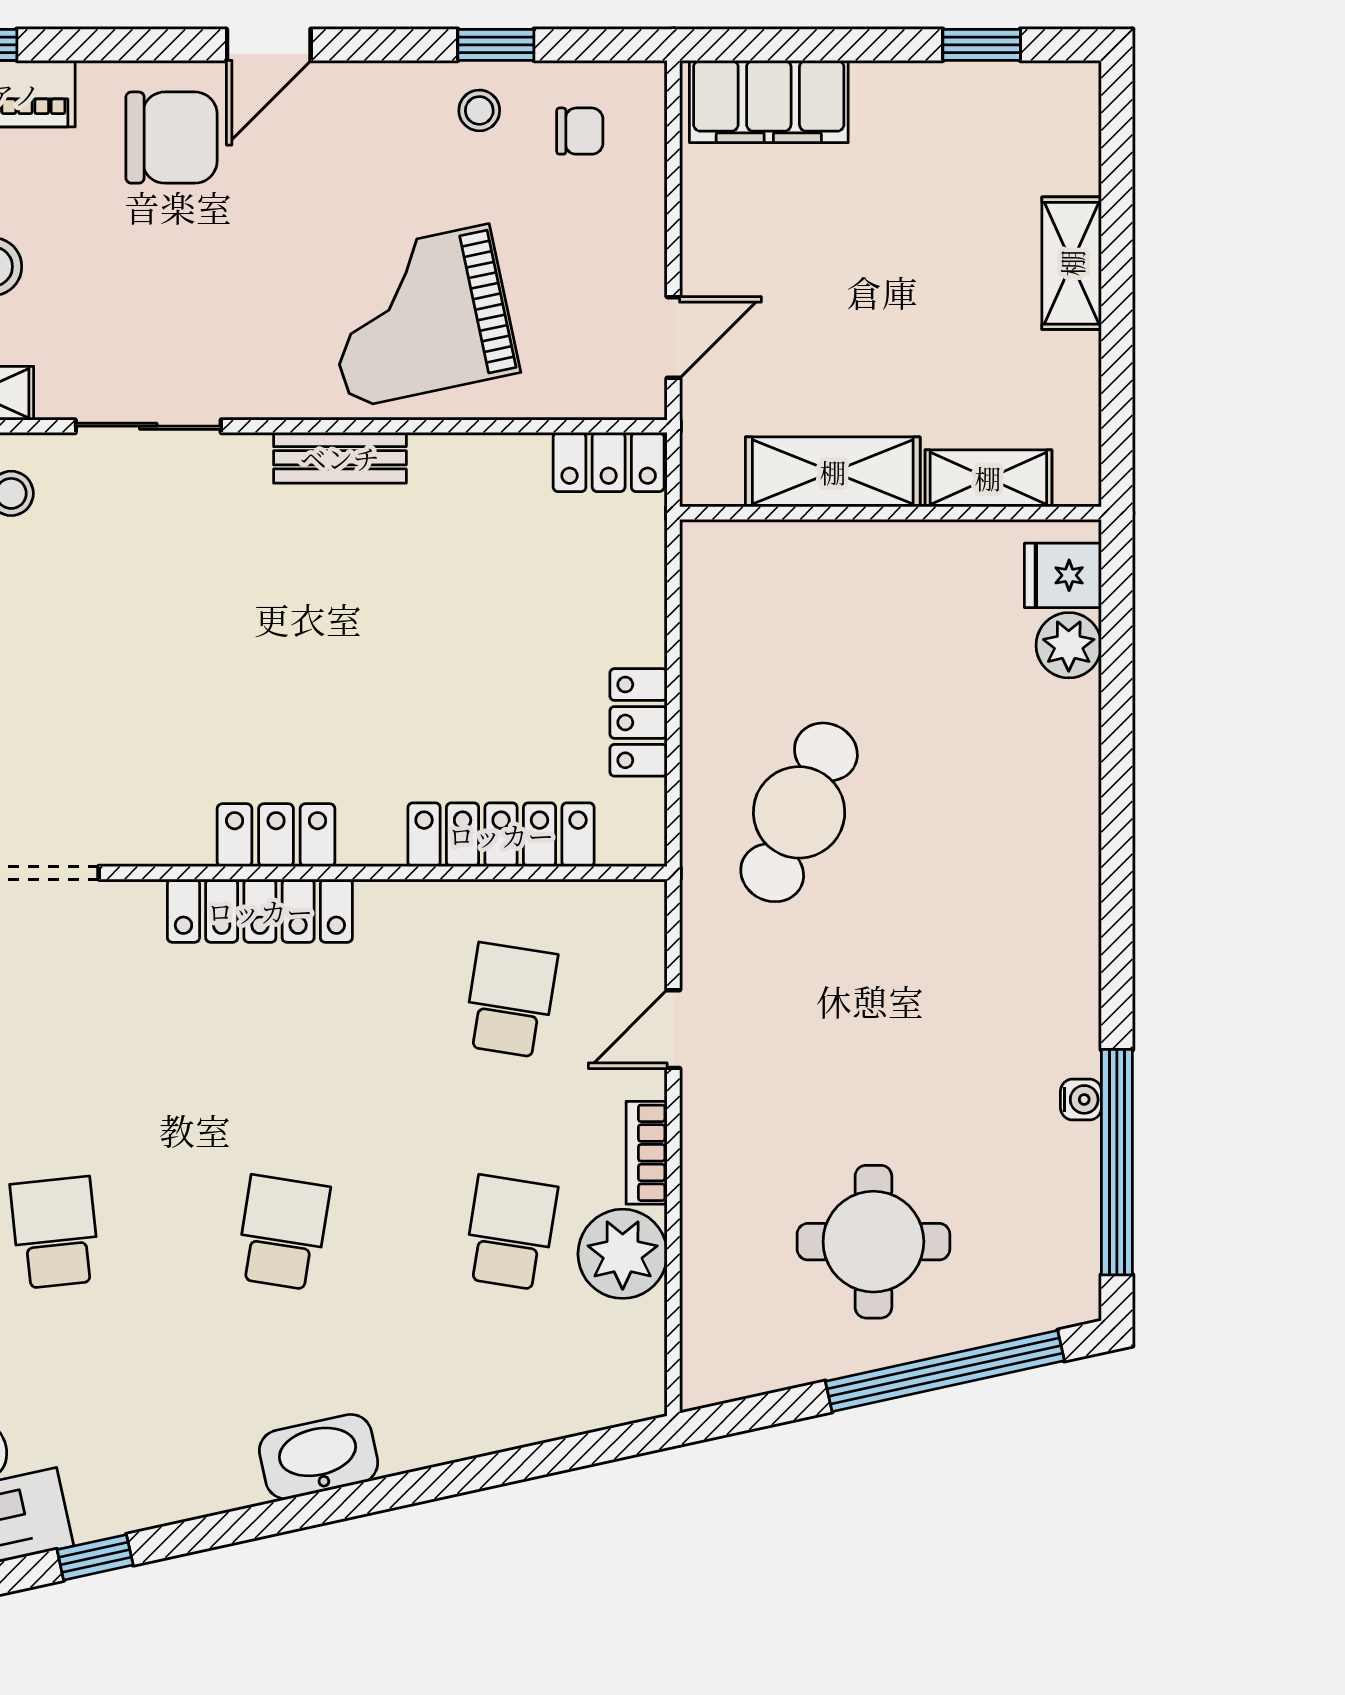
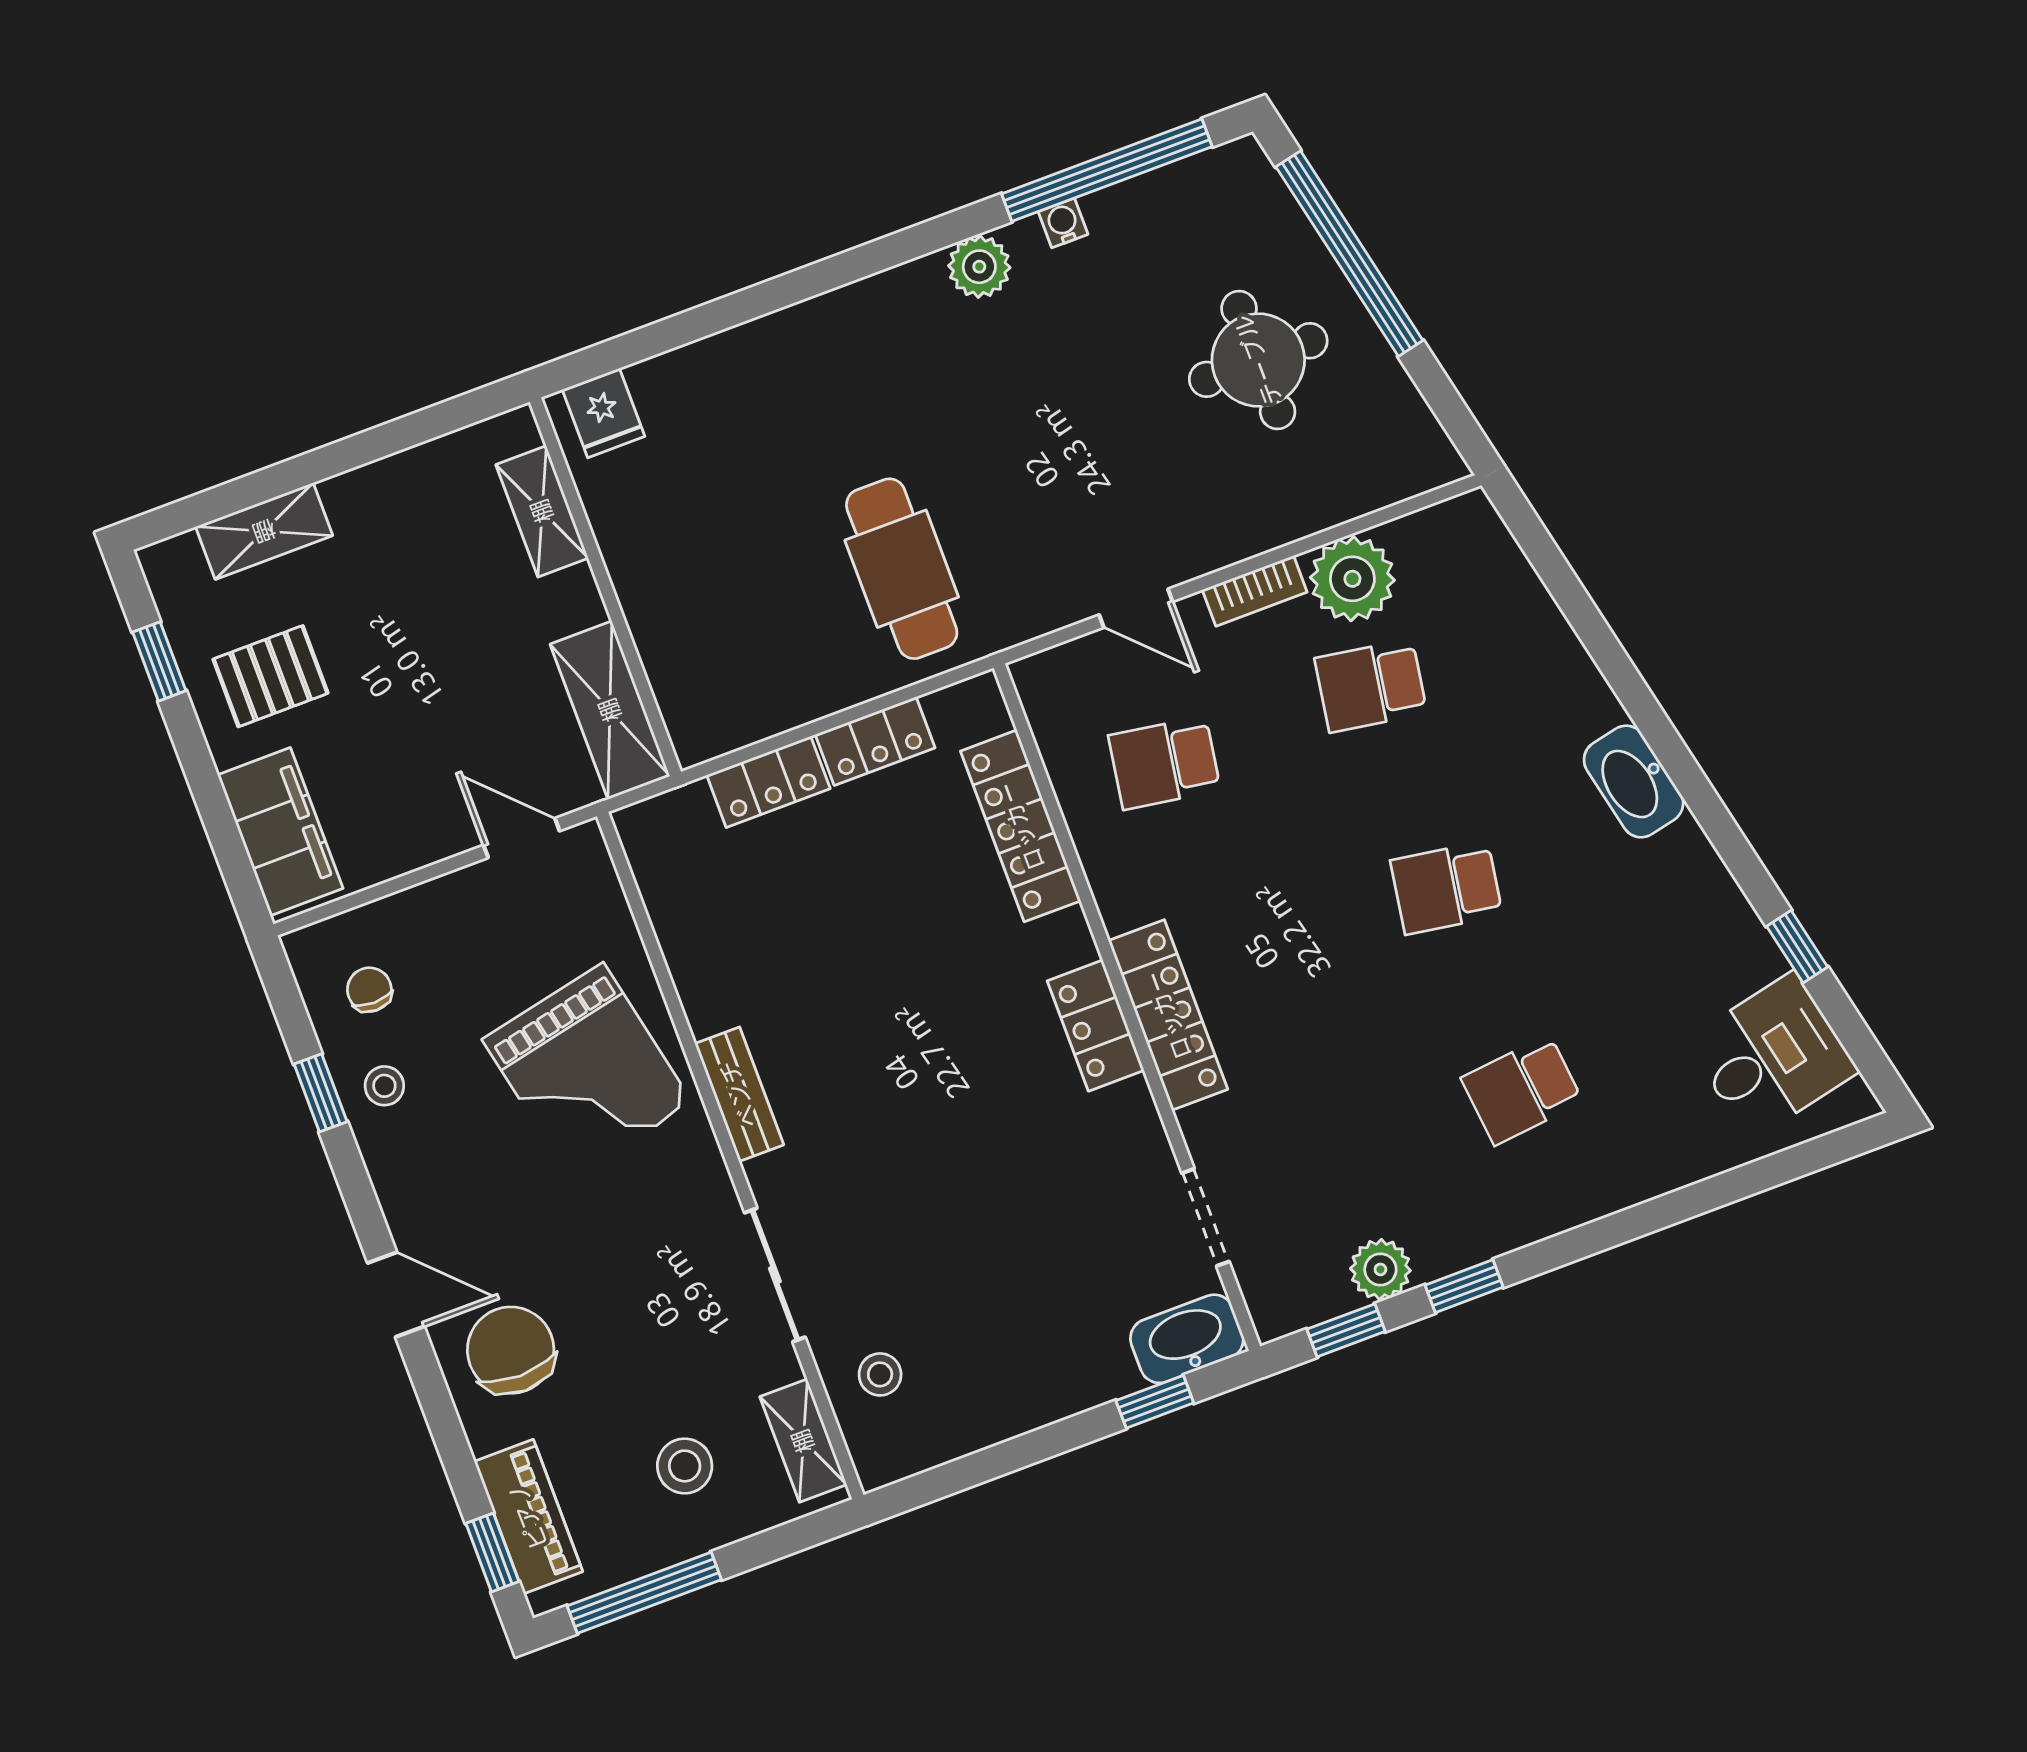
pallet: (926, 149) -> (270, 676), added
shelving: (1072, 263) -> (264, 531), moved
locker: (609, 462) -> (768, 782), moved, turned 90
shelving: (833, 472) -> (610, 710), moved
plant: (1069, 645) -> (979, 267), moved
cafe table: (799, 812) -> (902, 569), turned 66

